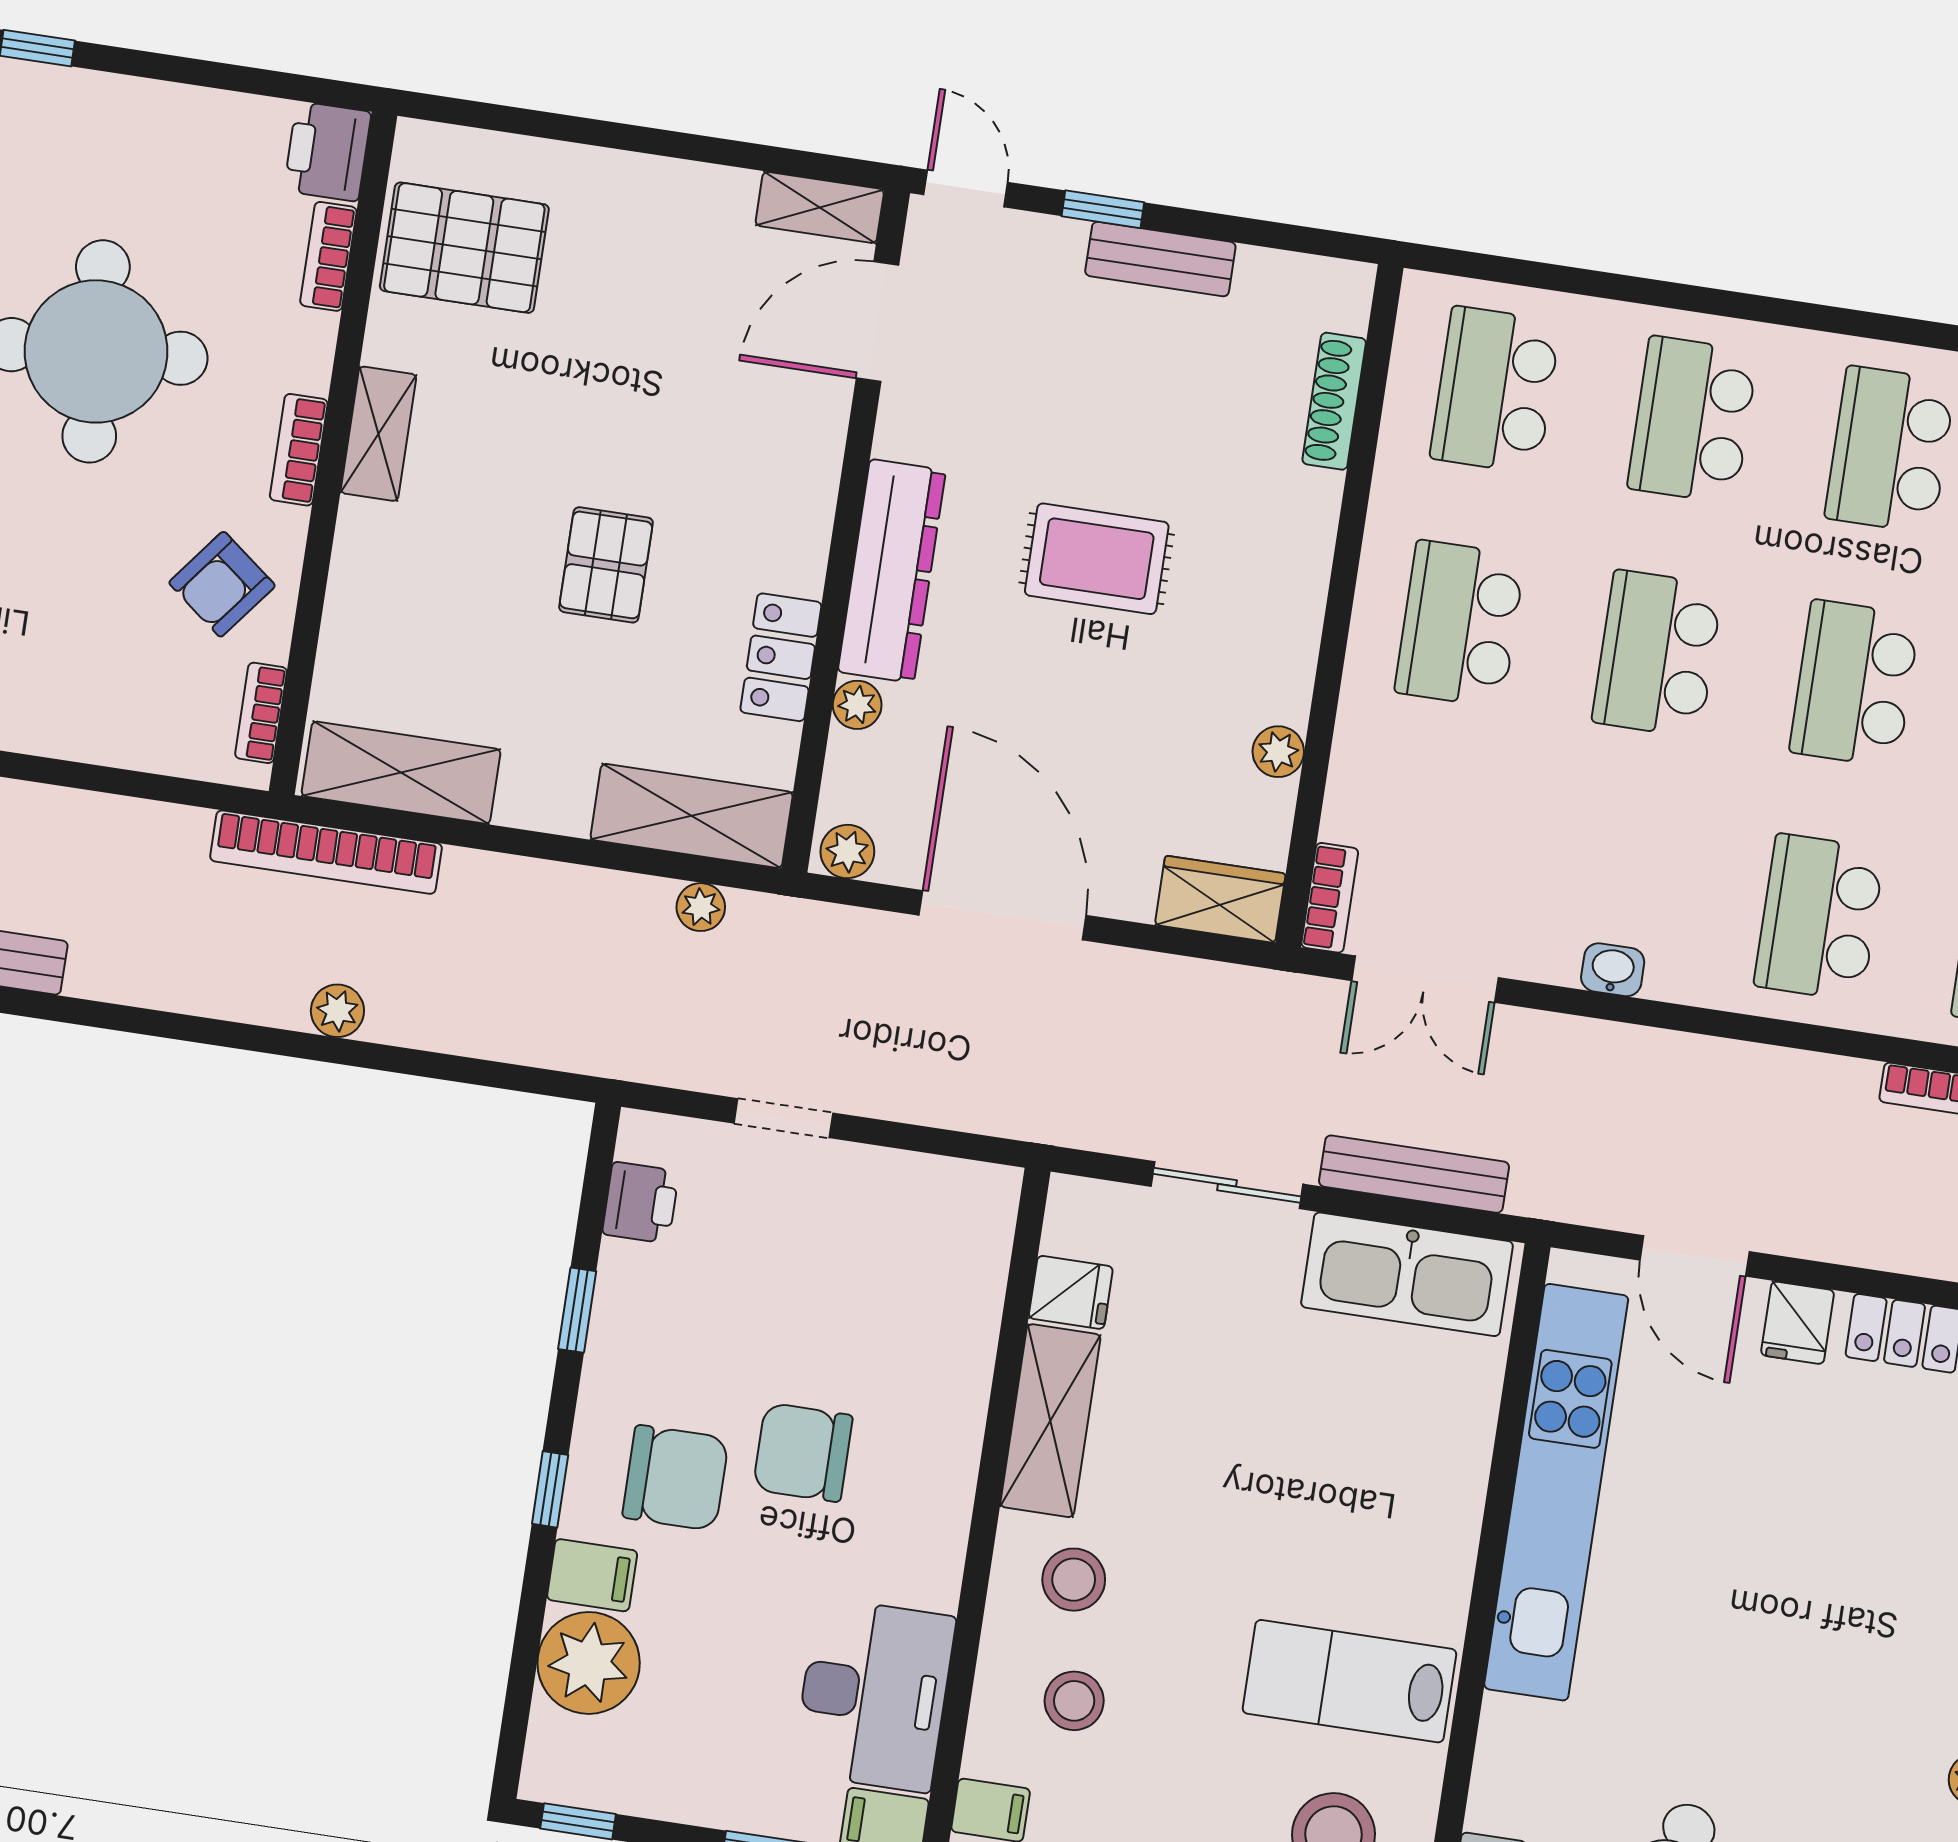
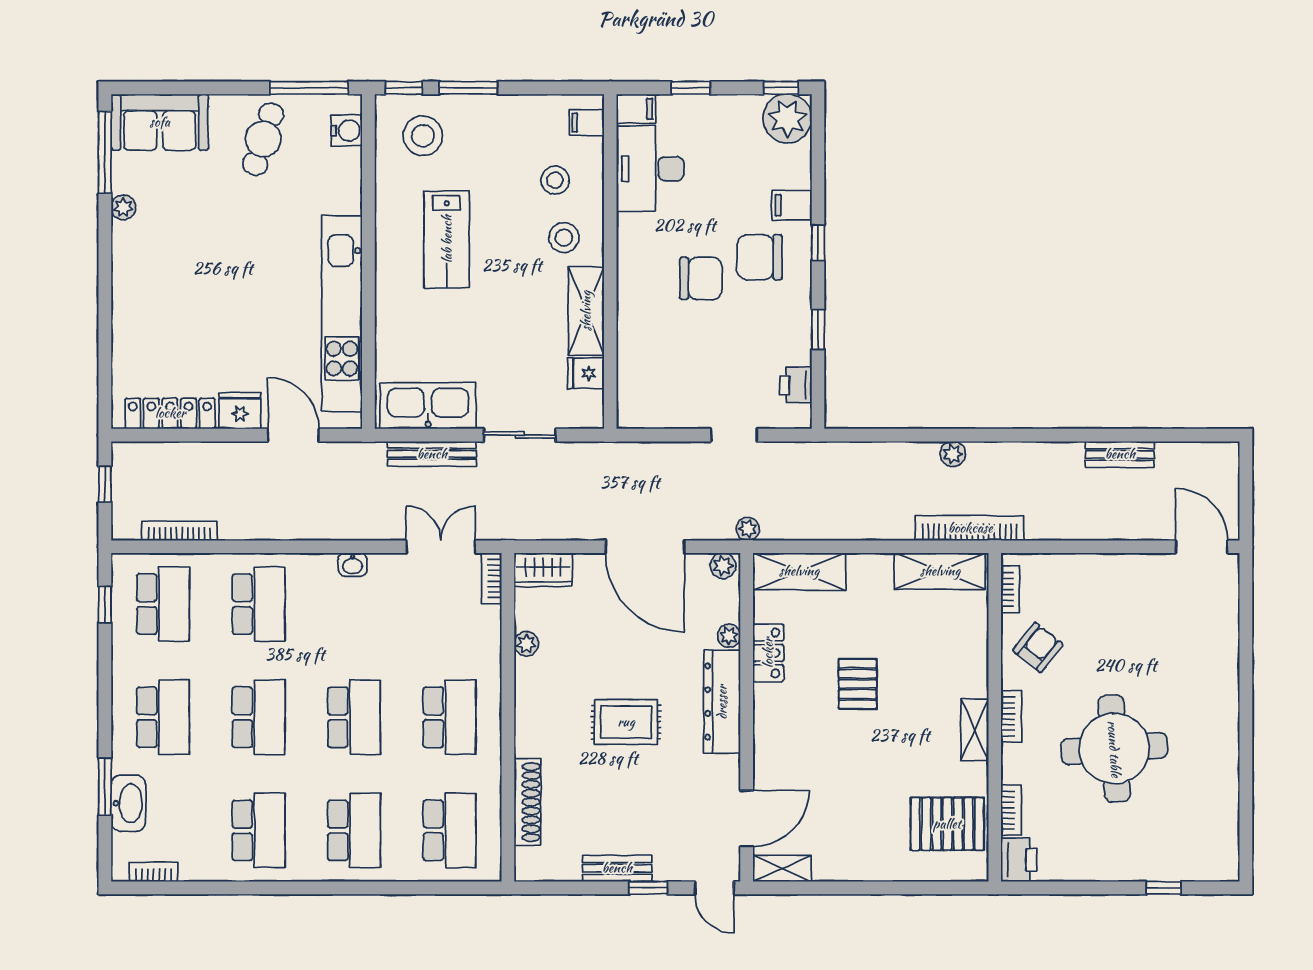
shoe rack: (1334, 401) -> (528, 802), width x1.36, depth x1.24
plant: (701, 907) -> (748, 529), moved
fridge: (1798, 1323) -> (240, 411), width x1.38
plant: (589, 1663) -> (787, 118), moved
lab bench: (1349, 1681) -> (447, 239), moved, turned 90

